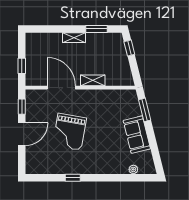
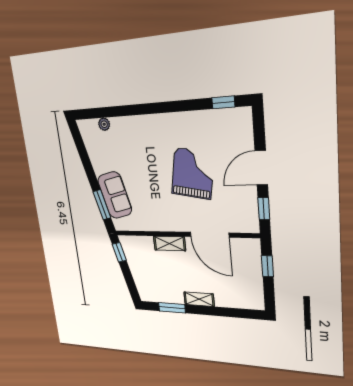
window: (129, 48) -> (119, 252), moved
sofa: (137, 135) -> (115, 195), moved
window: (73, 178) -> (223, 102), moved

